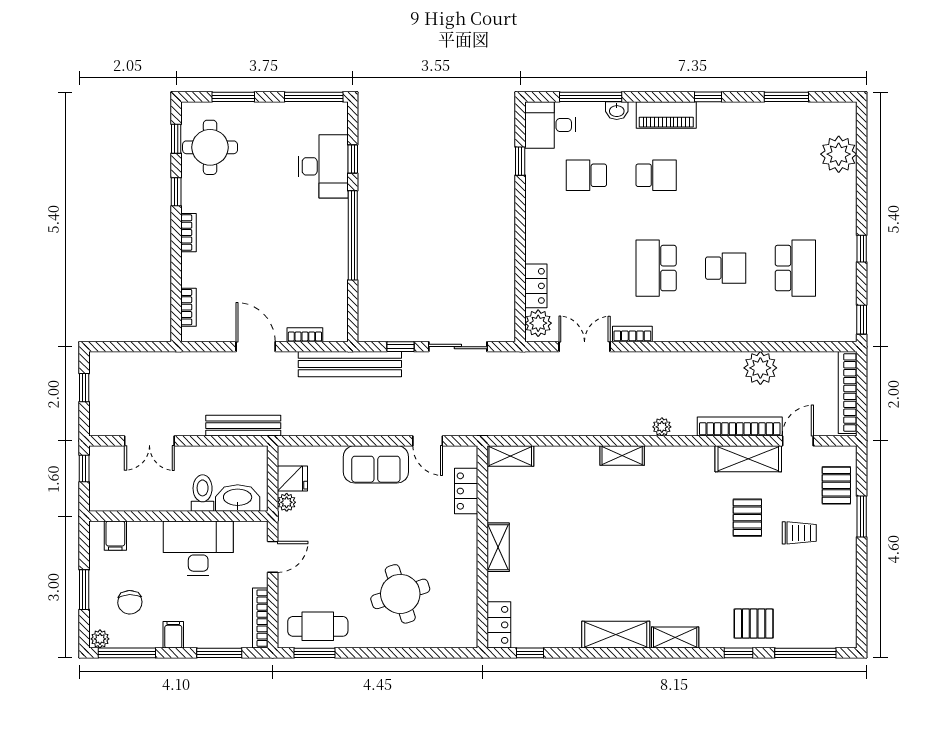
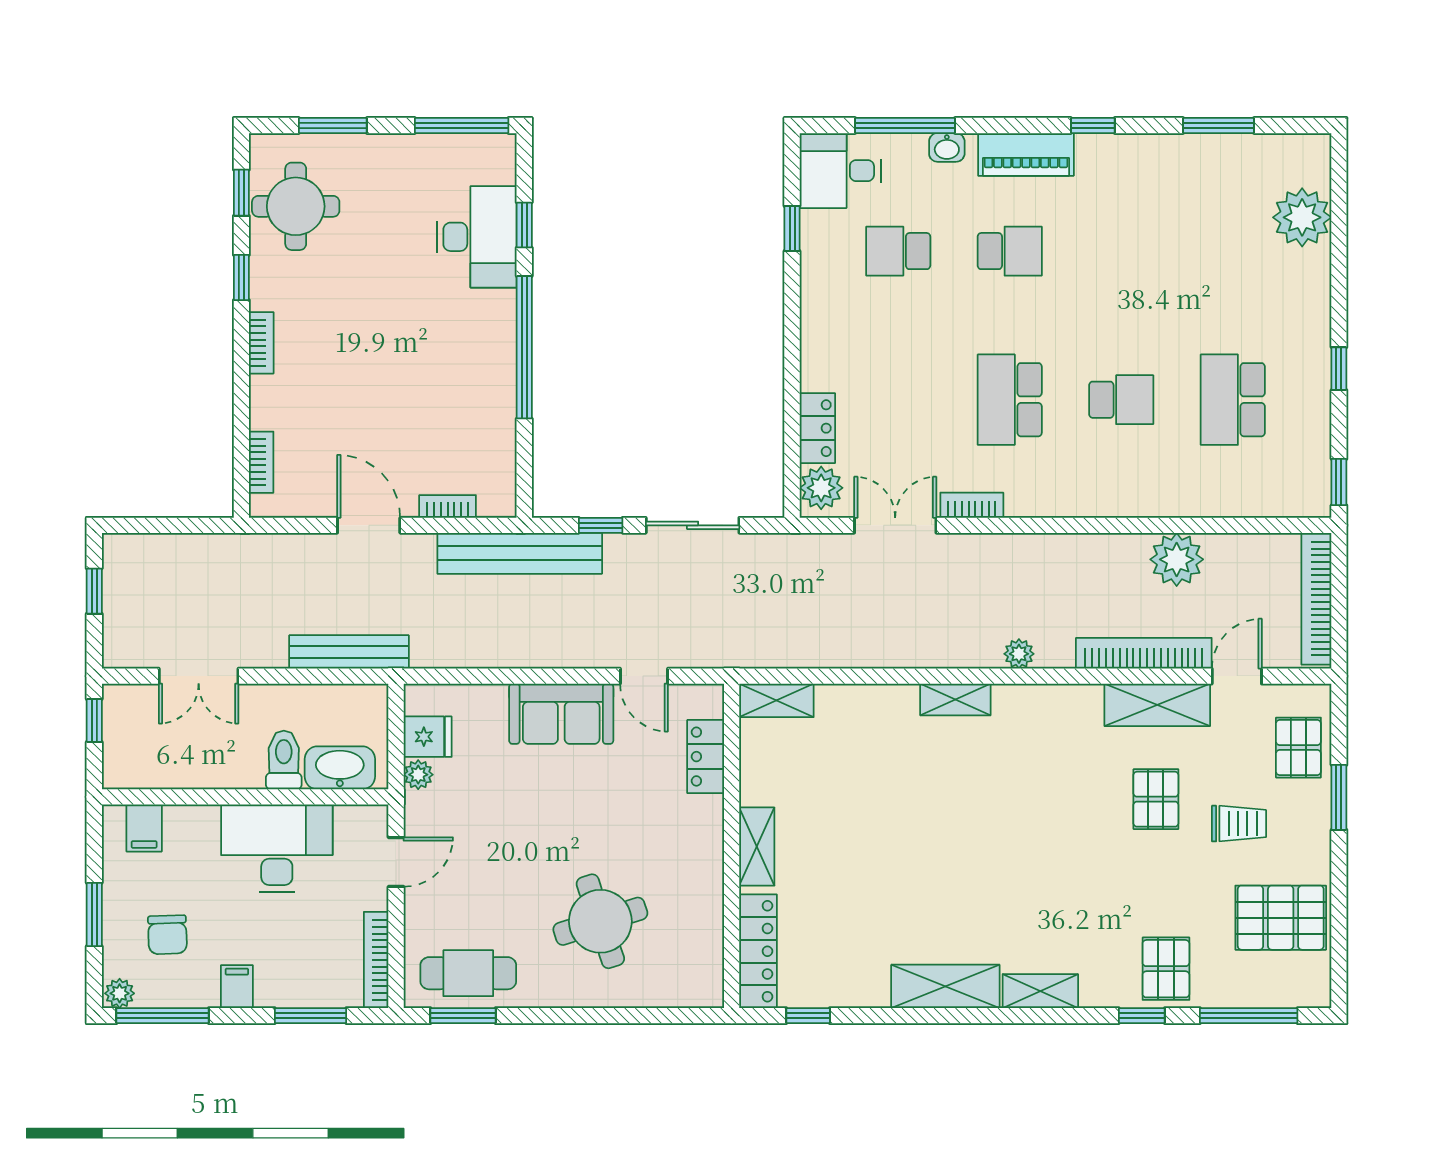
school desk: (795, 268) -> (1233, 400), turned 180
pallet: (825, 592) -> (1281, 918), added
pallet: (754, 624) -> (1166, 969), turned 90
locker: (499, 625) -> (758, 951), width x1.53

